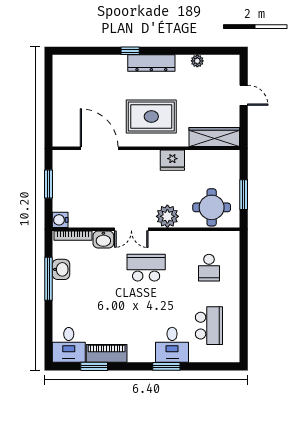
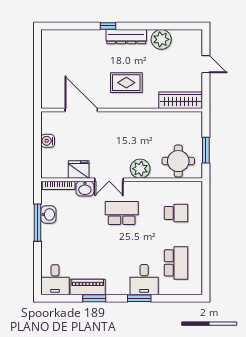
plant: (197, 61) -> (161, 39), width x1.88, depth x1.88
rug: (151, 117) -> (126, 83), width x0.73, depth x0.70
fridge: (172, 160) -> (79, 170), moved, turned 180
window: (49, 184) -> (38, 141), removed
water cooler: (60, 220) -> (48, 141), moved
school desk: (209, 268) -> (176, 213), turned -90
window: (94, 366) -> (94, 298), moved

